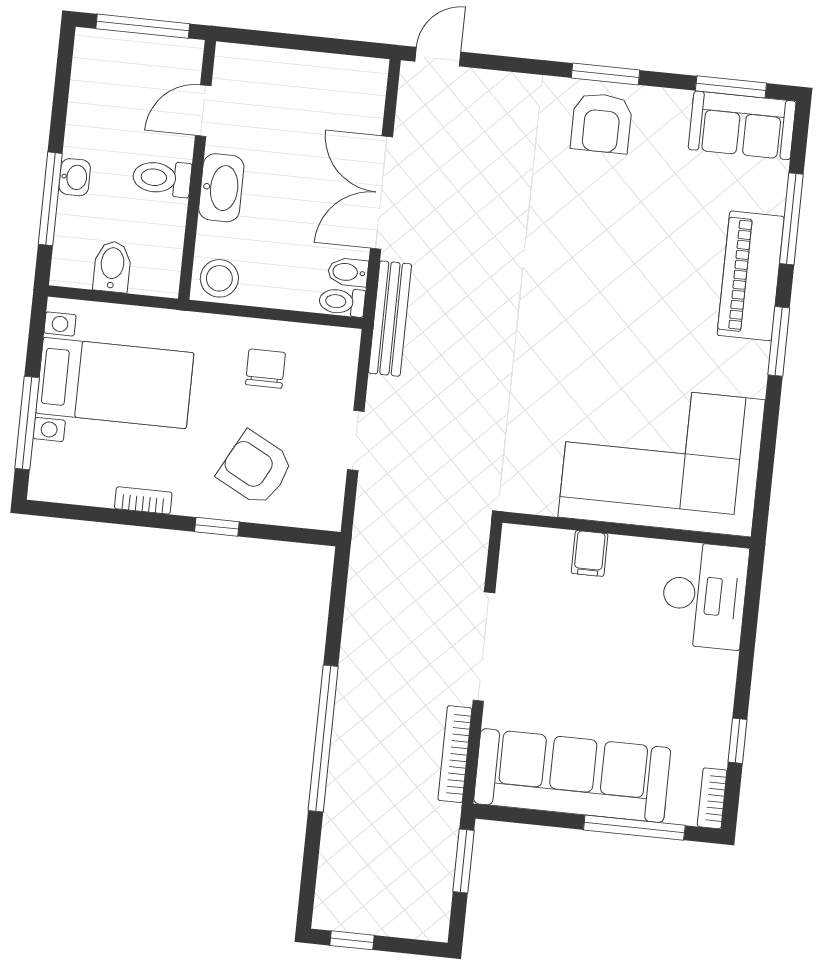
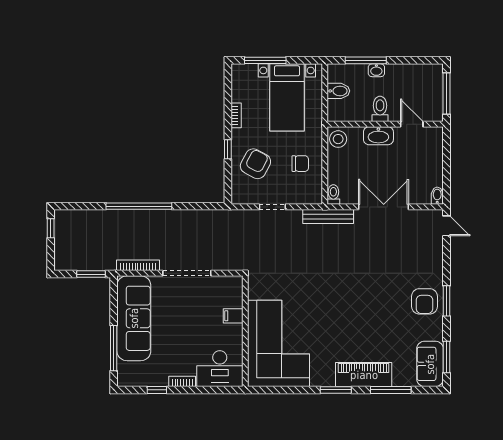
armchair: (601, 123) -> (425, 301), turned -90
bidet: (348, 272) -> (437, 196), moved
bookcase: (712, 798) -> (182, 381), moved

